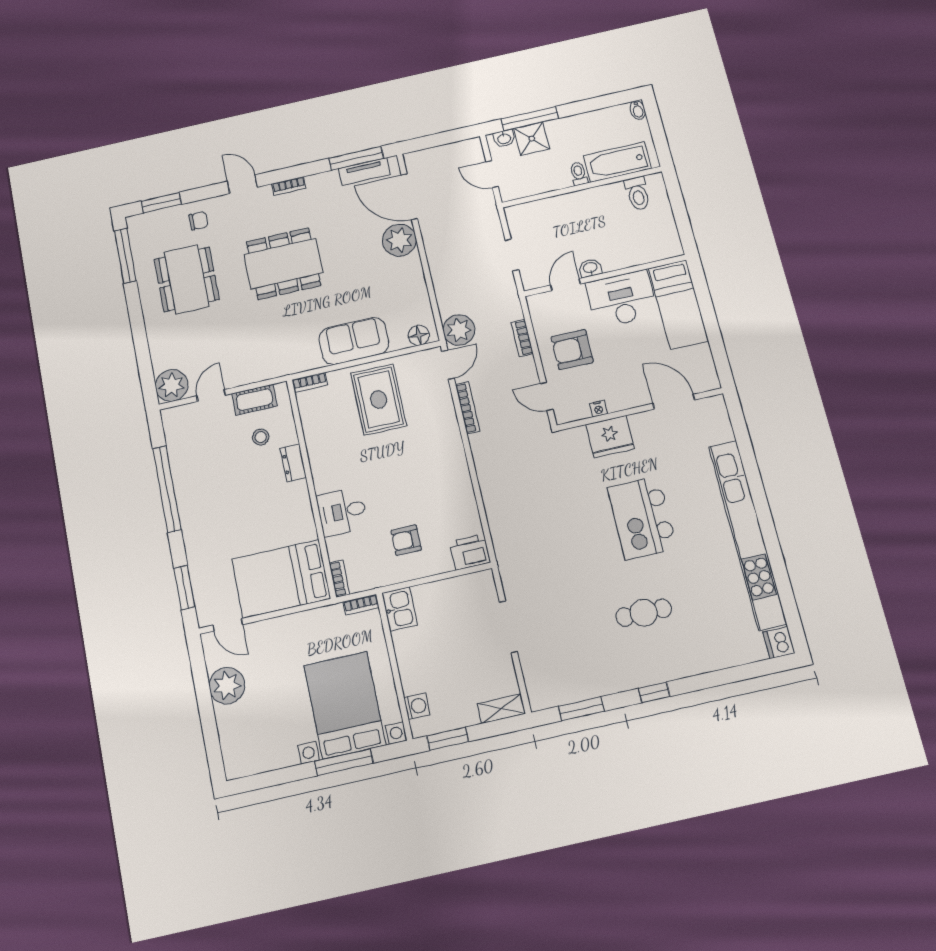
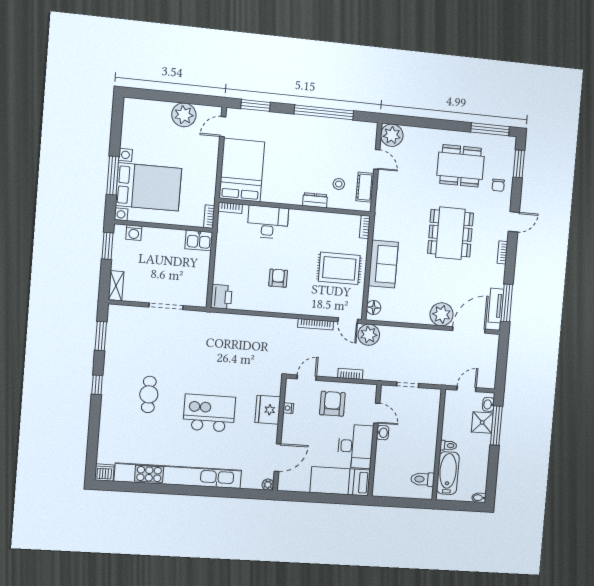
plant: (717, 403) -> (268, 485), added
desk: (342, 512) -> (268, 222), width x1.37
armchair: (406, 540) -> (278, 278), moved

